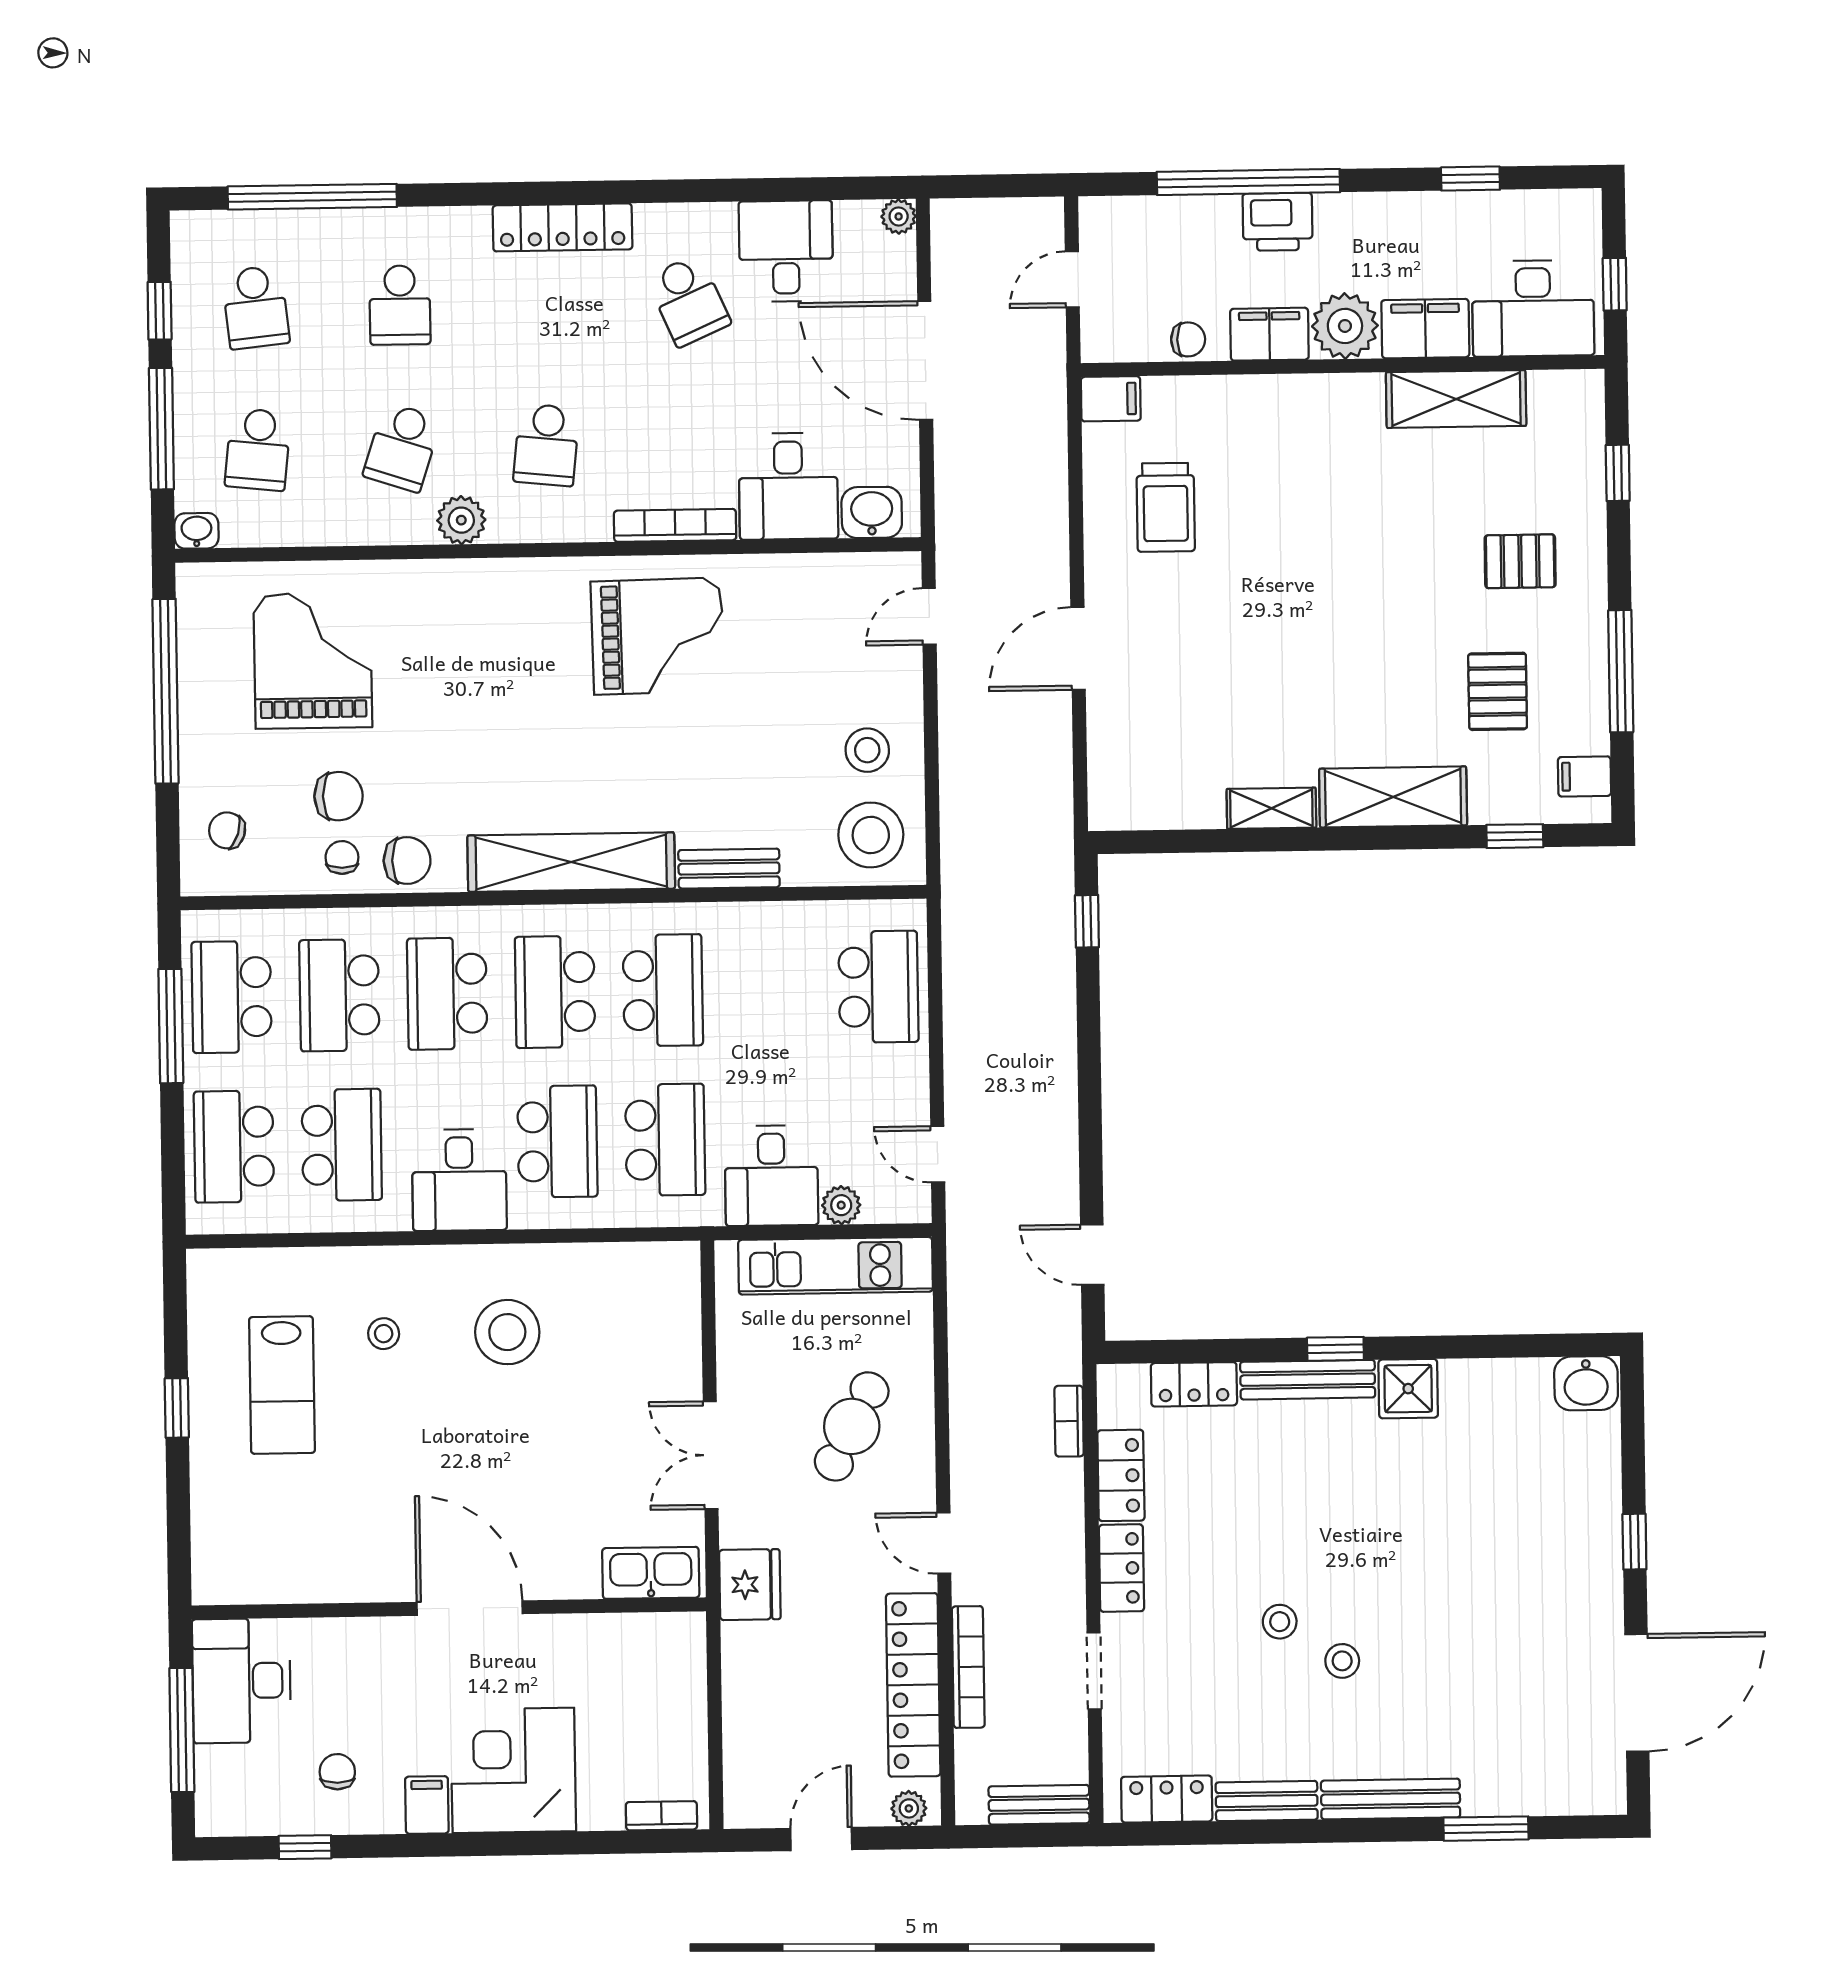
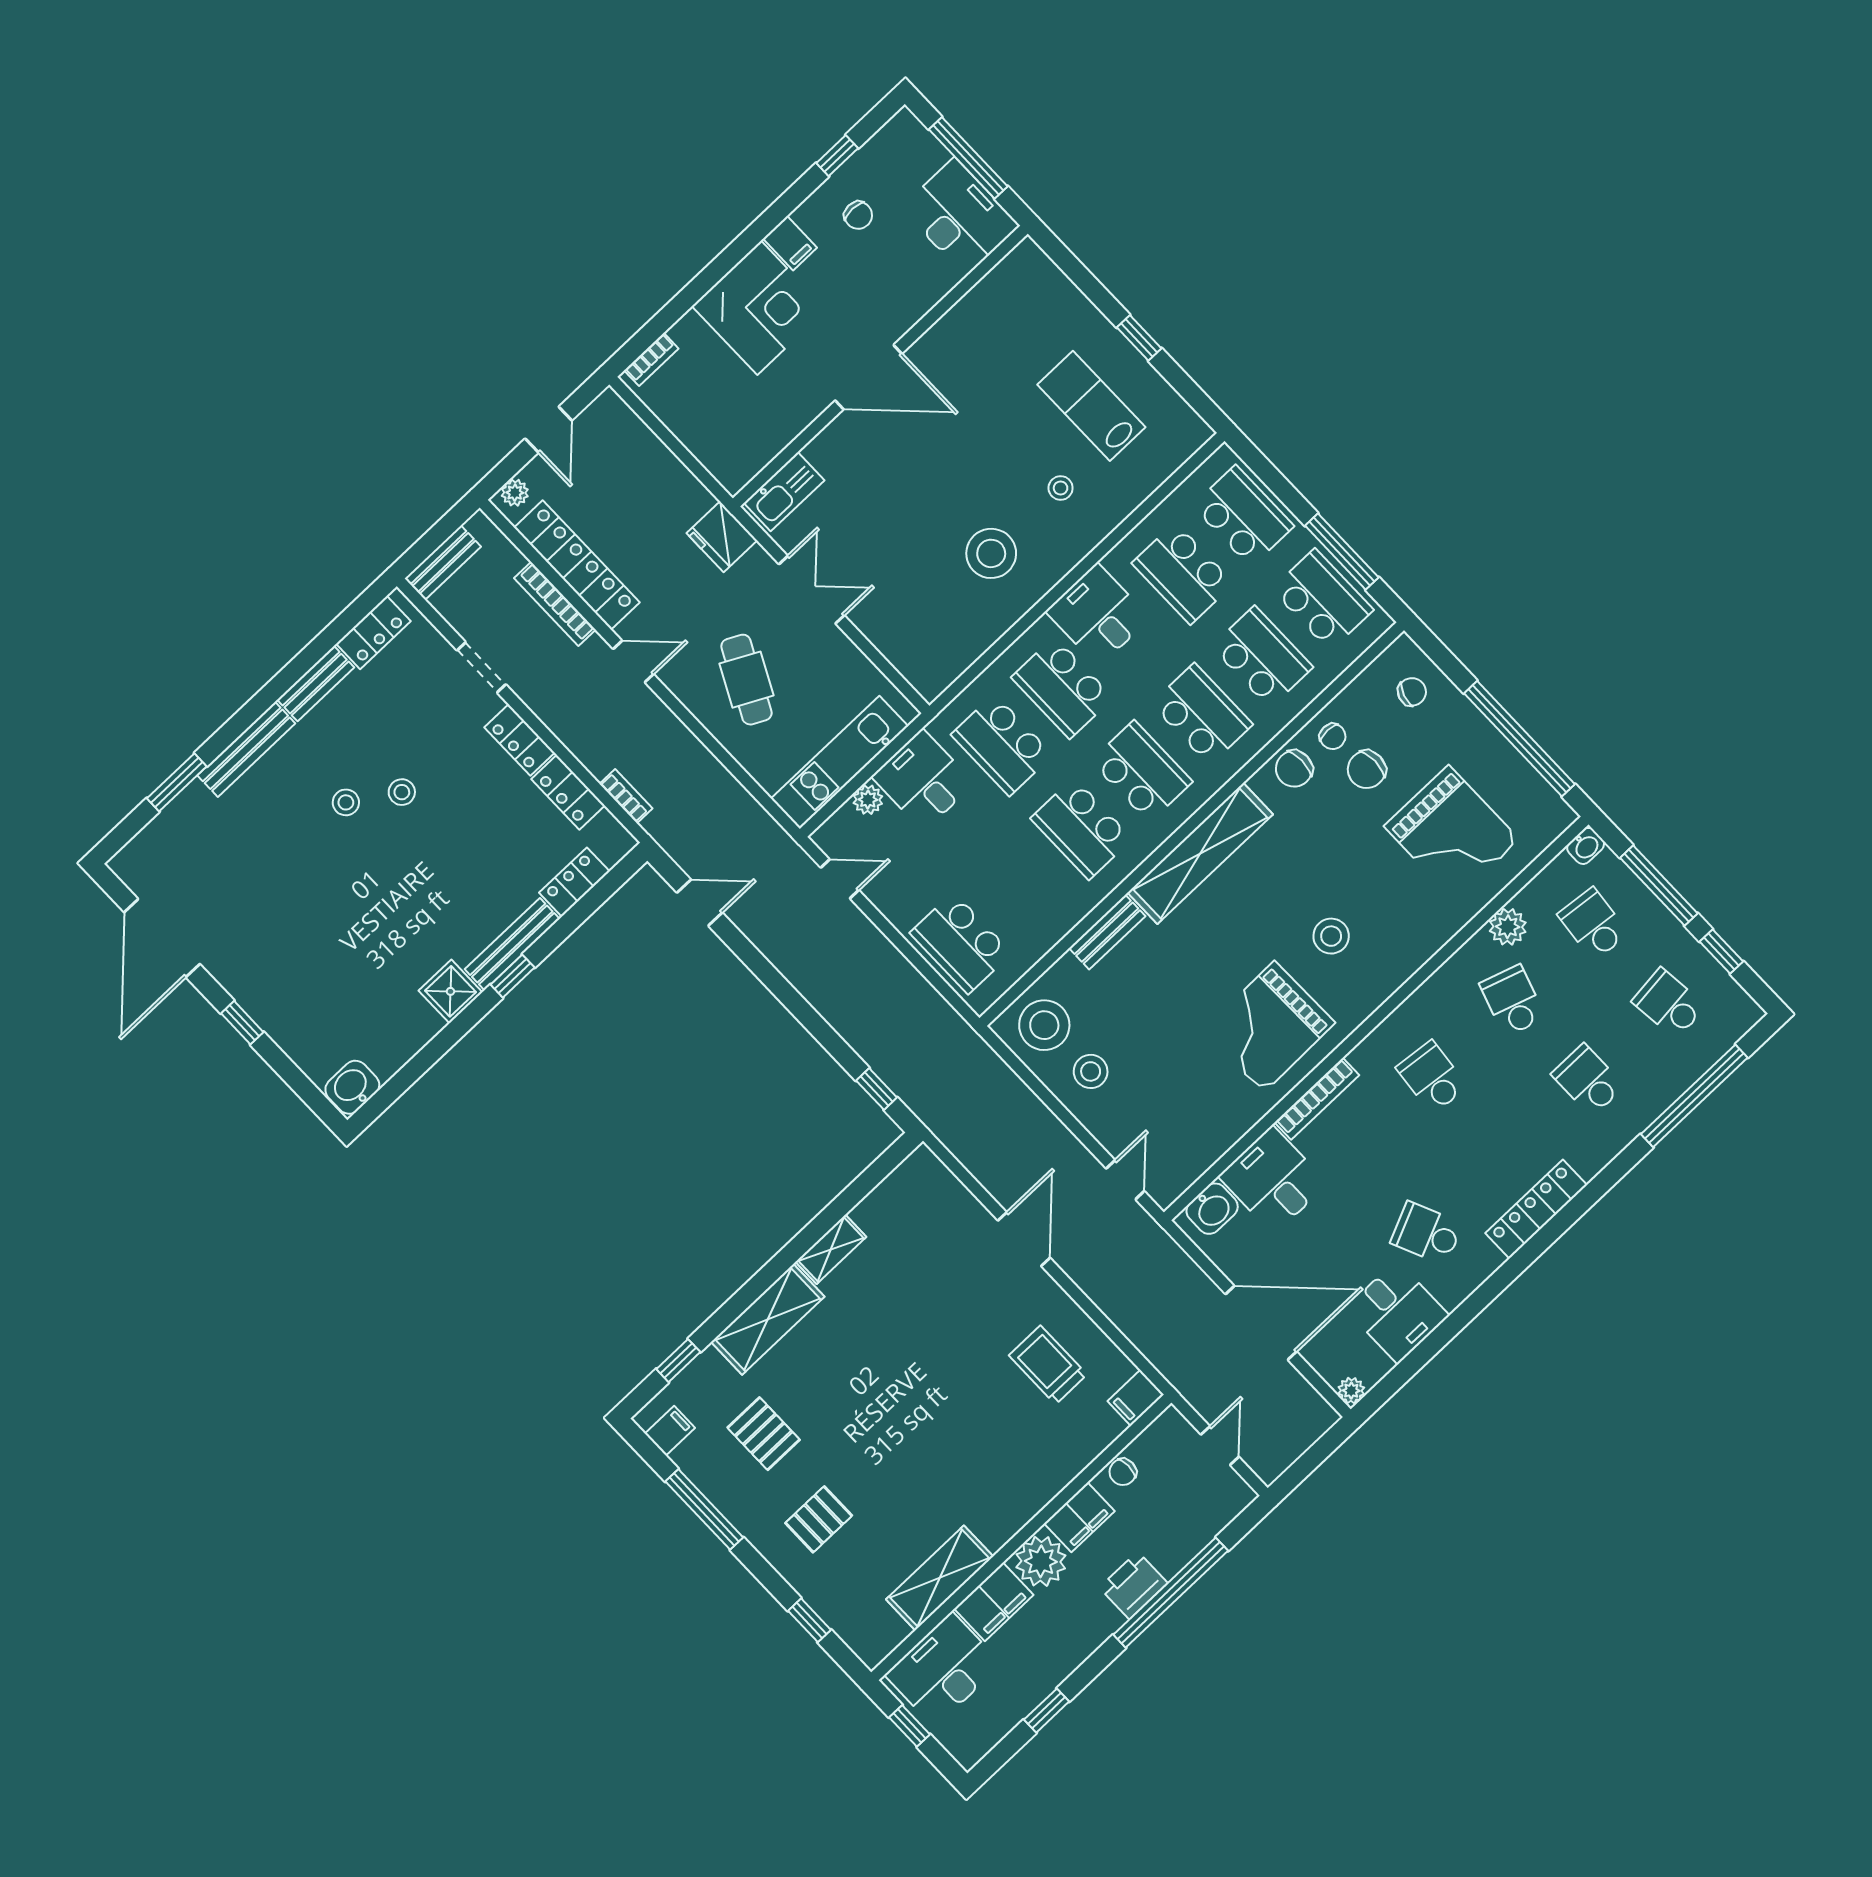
plant: (461, 520) -> (1508, 927), moved
stool: (519, 668) -> (1331, 936), added

